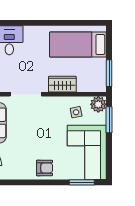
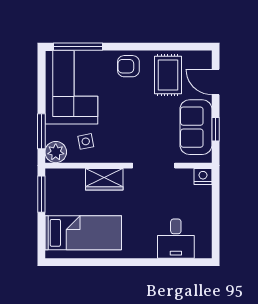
rug: (15, 161) -> (168, 75), added
window: (82, 182) -> (78, 47), width x1.44

